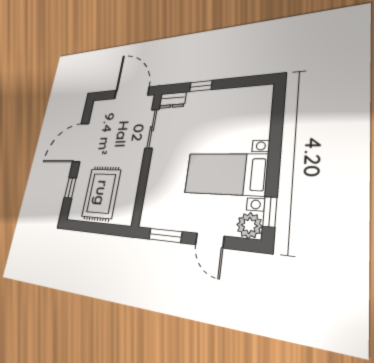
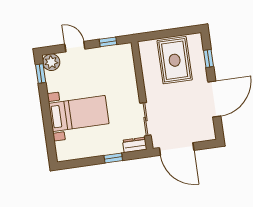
bed with nightstands: (225, 174) -> (79, 113), moved
window: (165, 235) -> (108, 42), width x0.67

